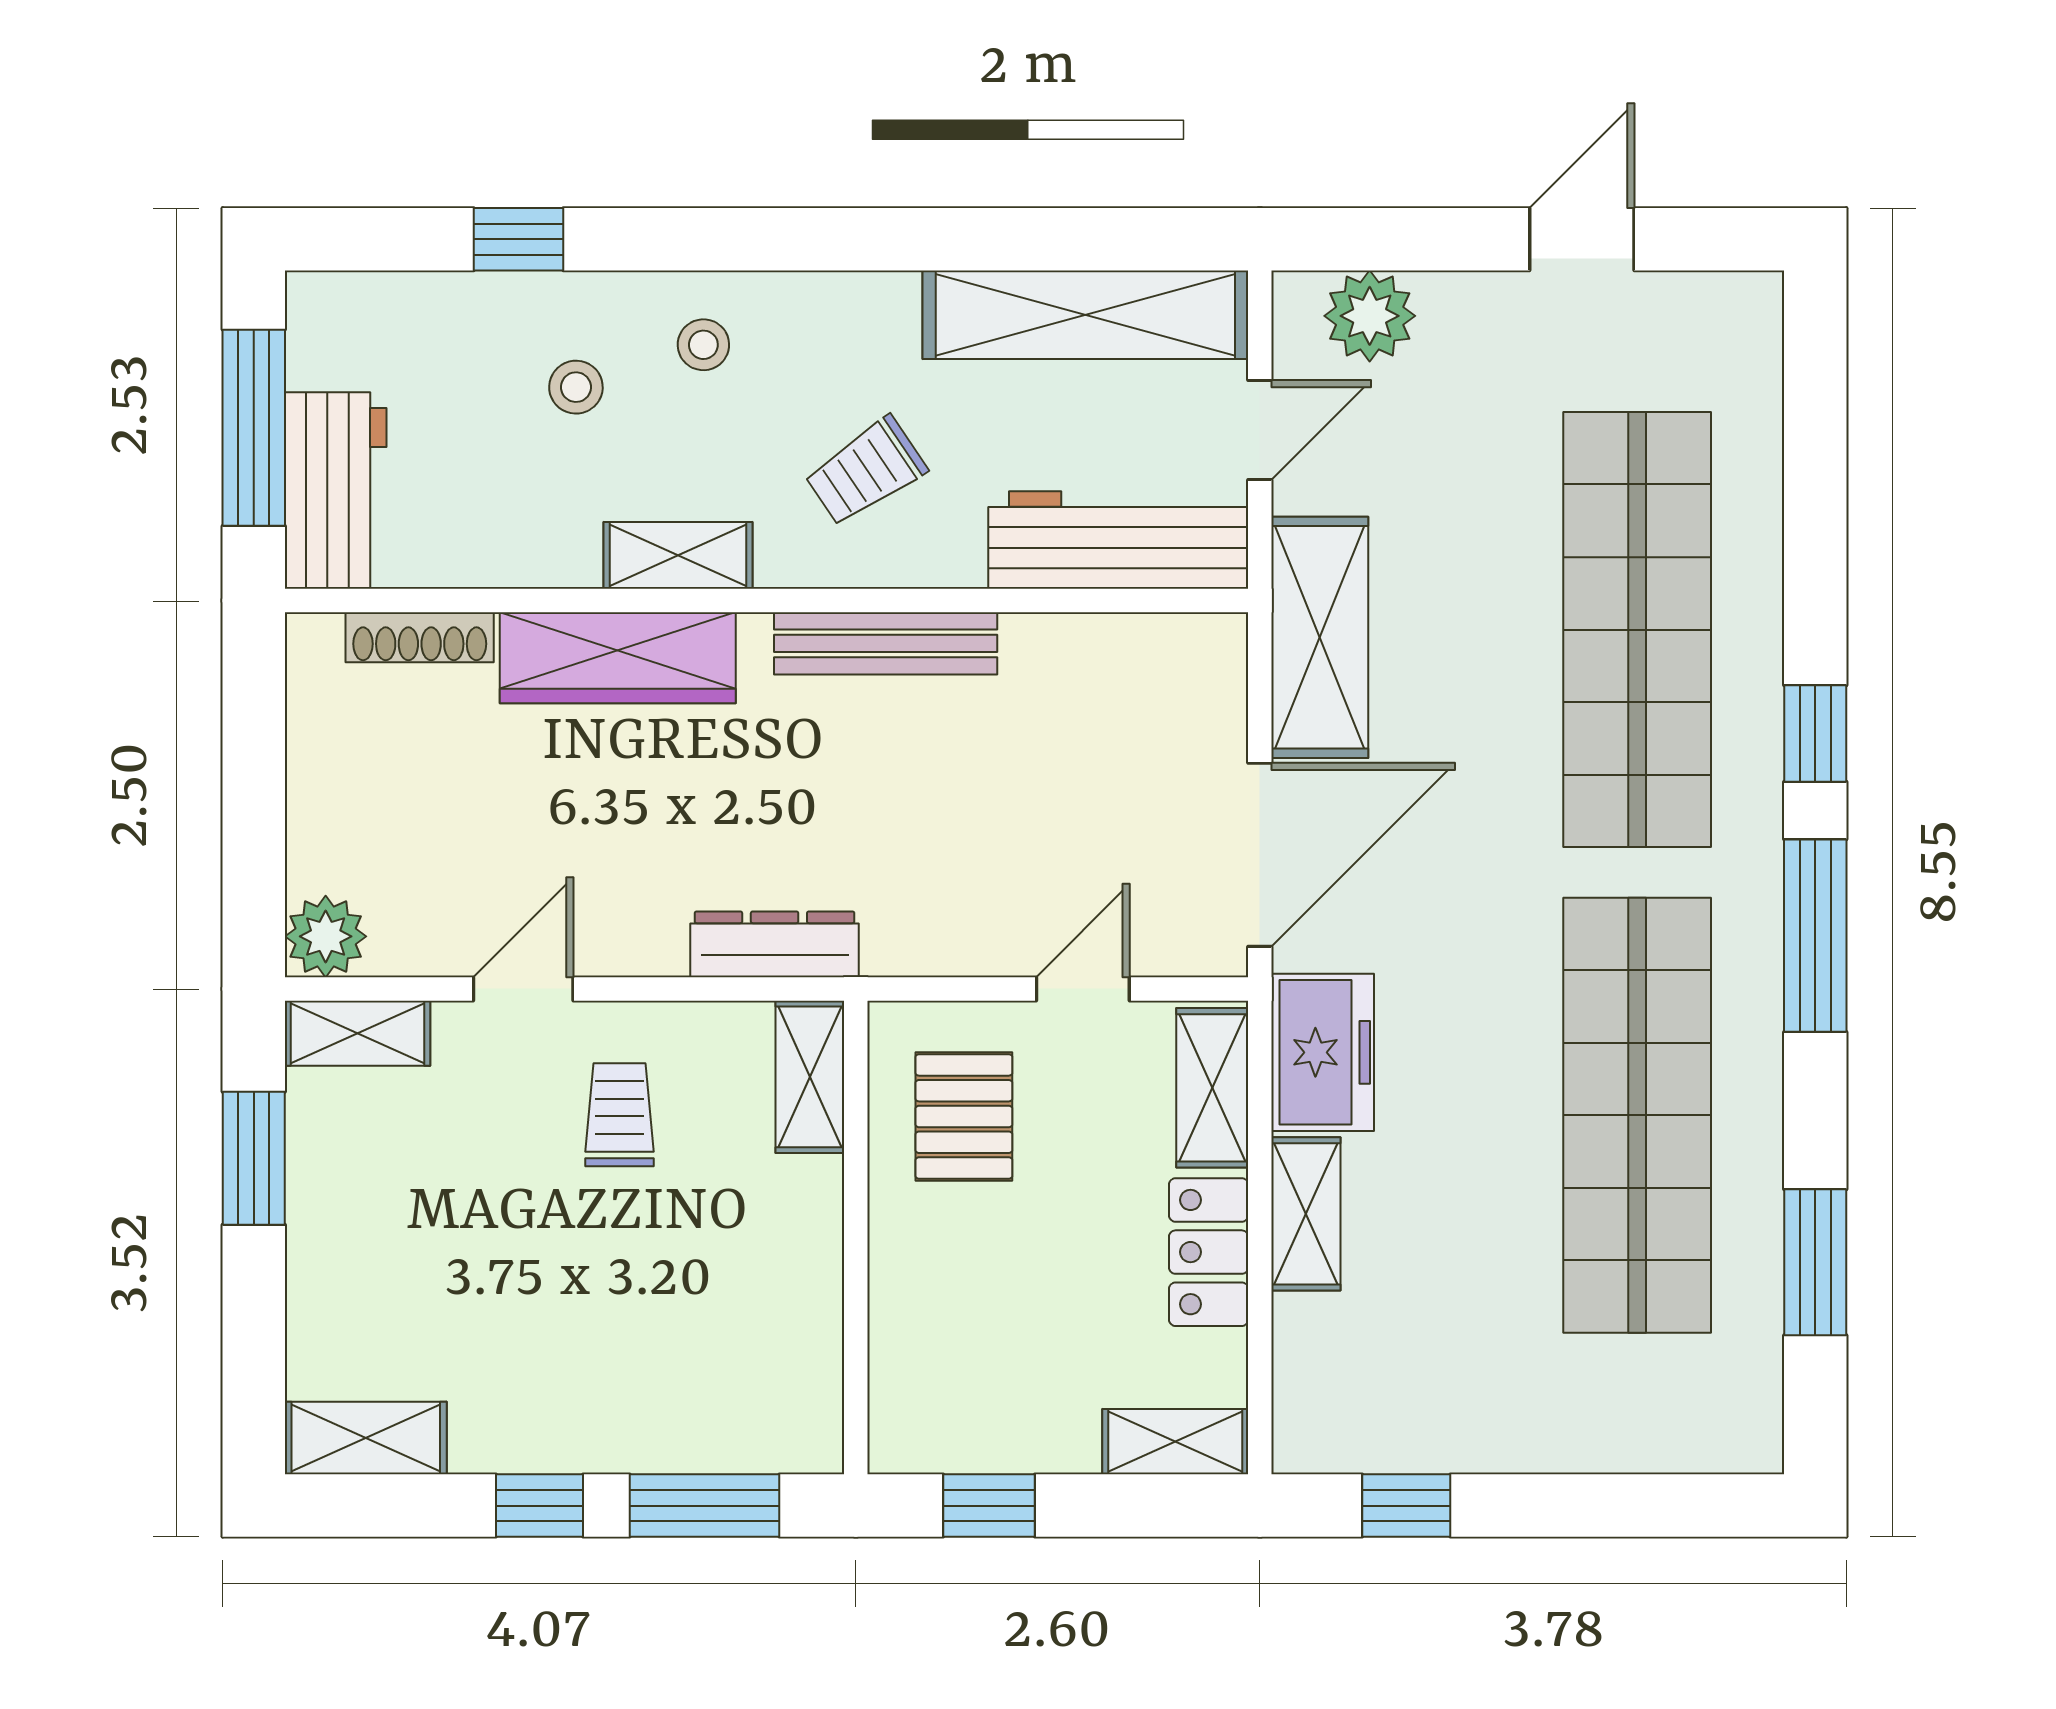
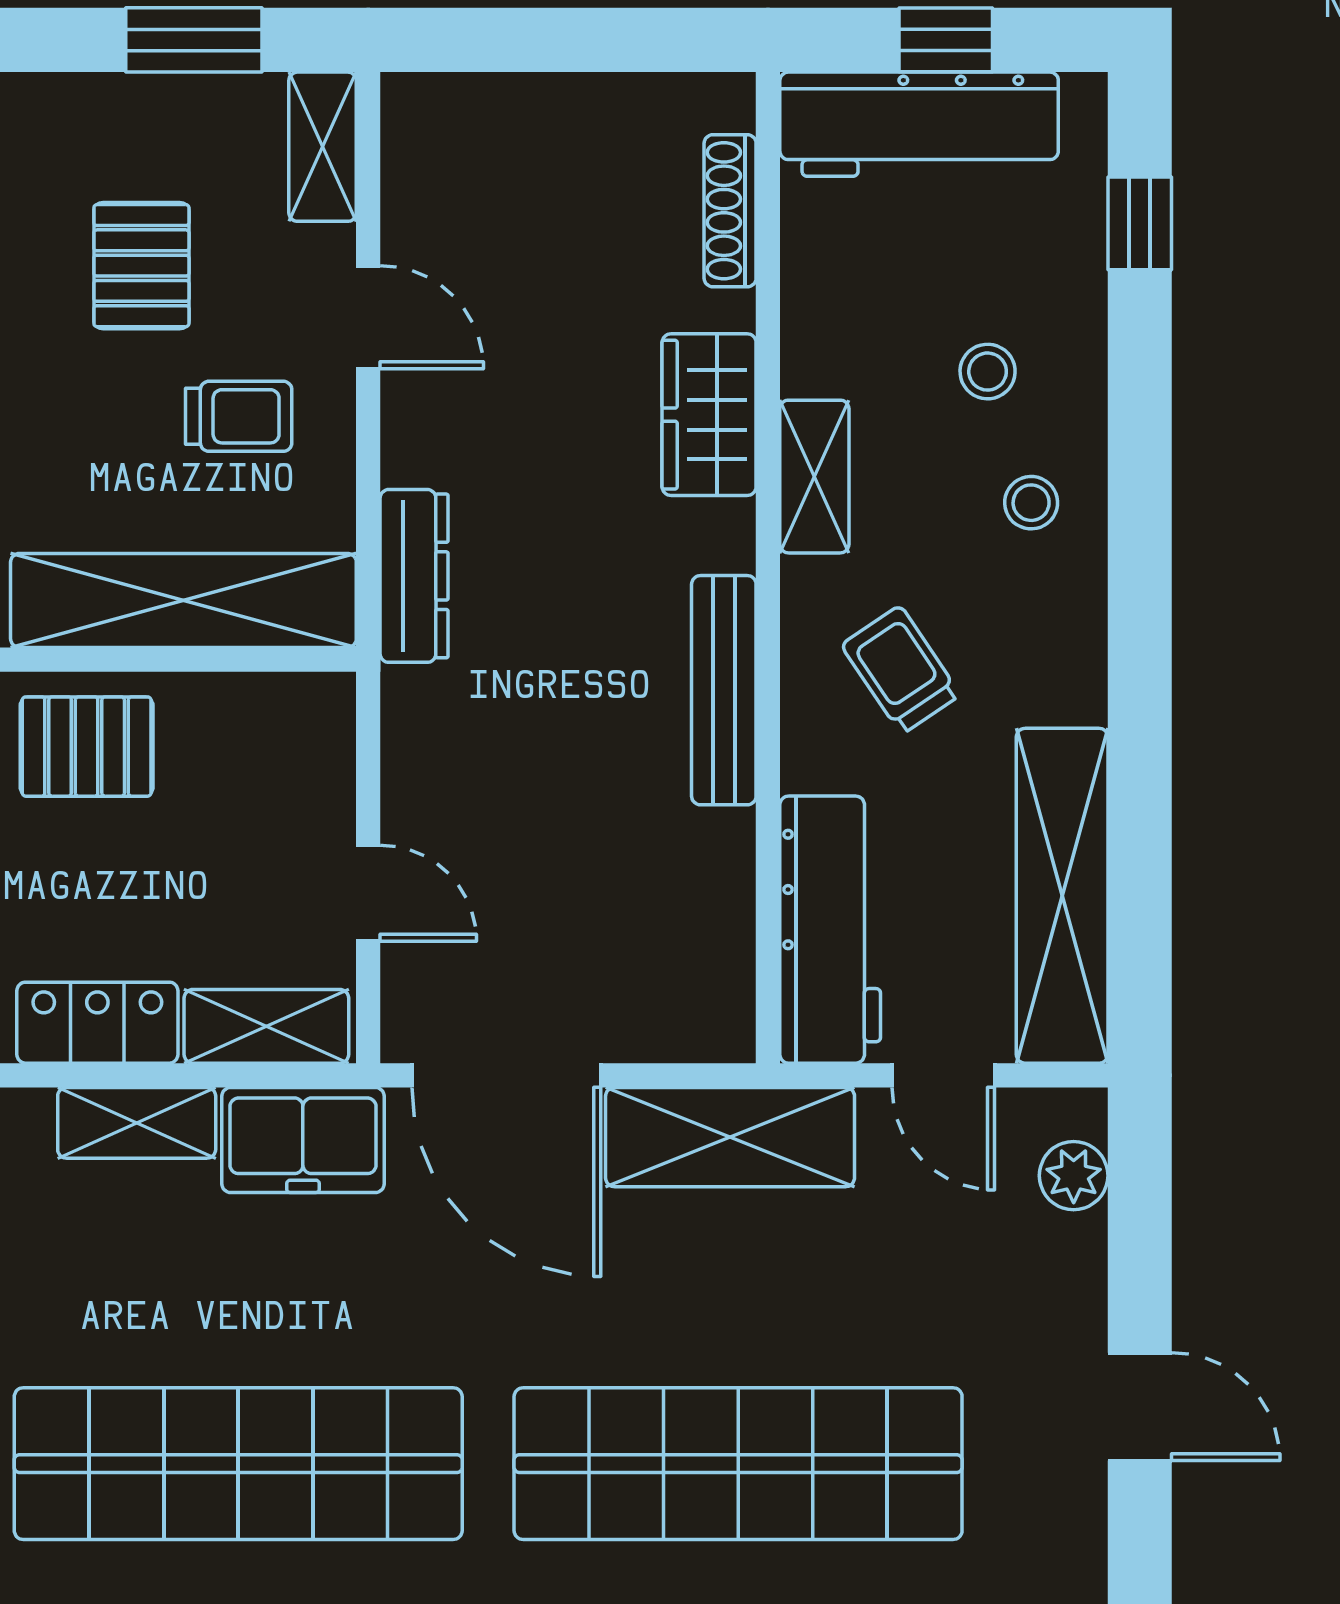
window: (518, 239) -> (1140, 223), moved
plant: (1370, 316) -> (1074, 1176), width x0.73, depth x0.73
window: (254, 428) -> (946, 40), width x0.46
workbench: (336, 490) -> (919, 124), width x1.37
wardrobe: (618, 658) -> (709, 415), width x0.67
plant: (326, 936) -> (422, 114), removed
shelving: (810, 1077) -> (183, 600), width x2.20, depth x1.33
pallet: (964, 1116) -> (87, 747), moved
pallet: (473, 1209) -> (141, 266), added

